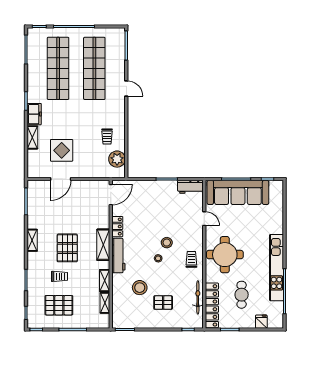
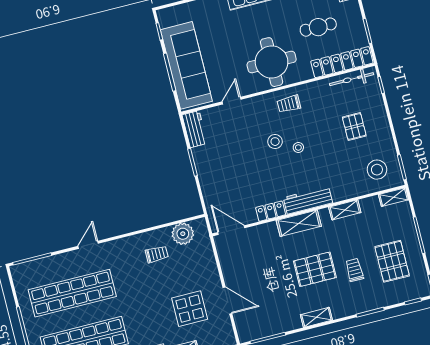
stool: (140, 288) -> (377, 170), moved
bicycle: (198, 297) -> (352, 79), moved
shelving: (105, 303) -> (394, 197), moved

